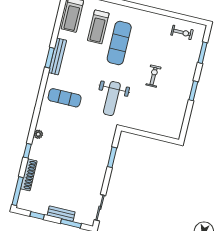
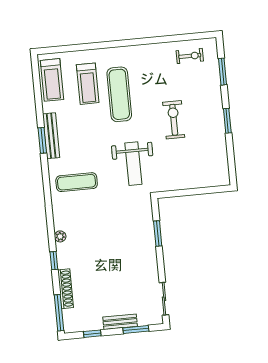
exercise bike: (153, 76) -> (174, 120), width x1.38, depth x1.39

